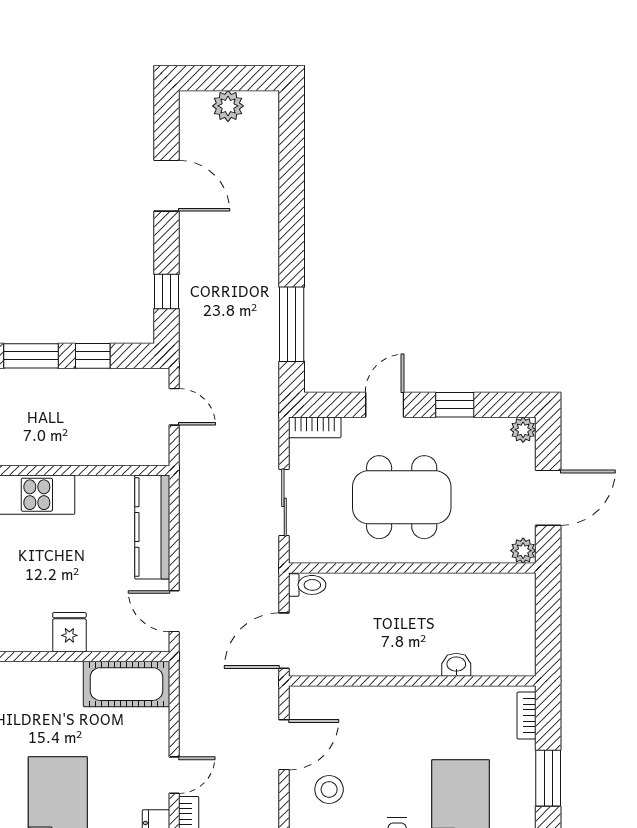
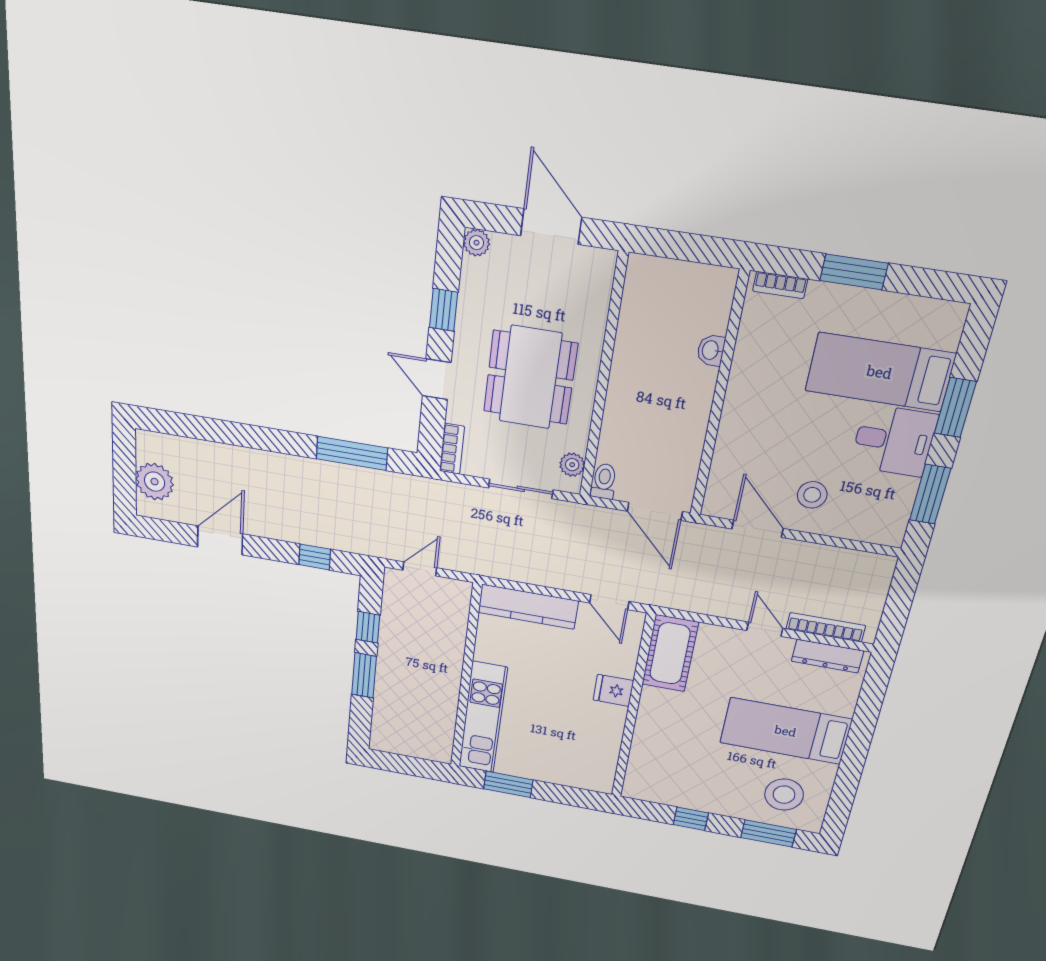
plant: (228, 106) -> (155, 482), width x1.36, depth x1.36
plant: (523, 551) -> (572, 465), moved
door: (174, 611) -> (609, 602), hinge flipped

